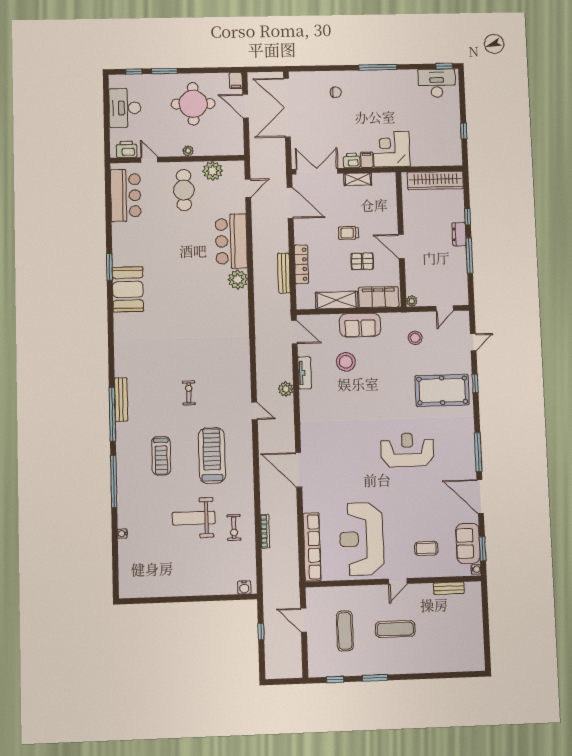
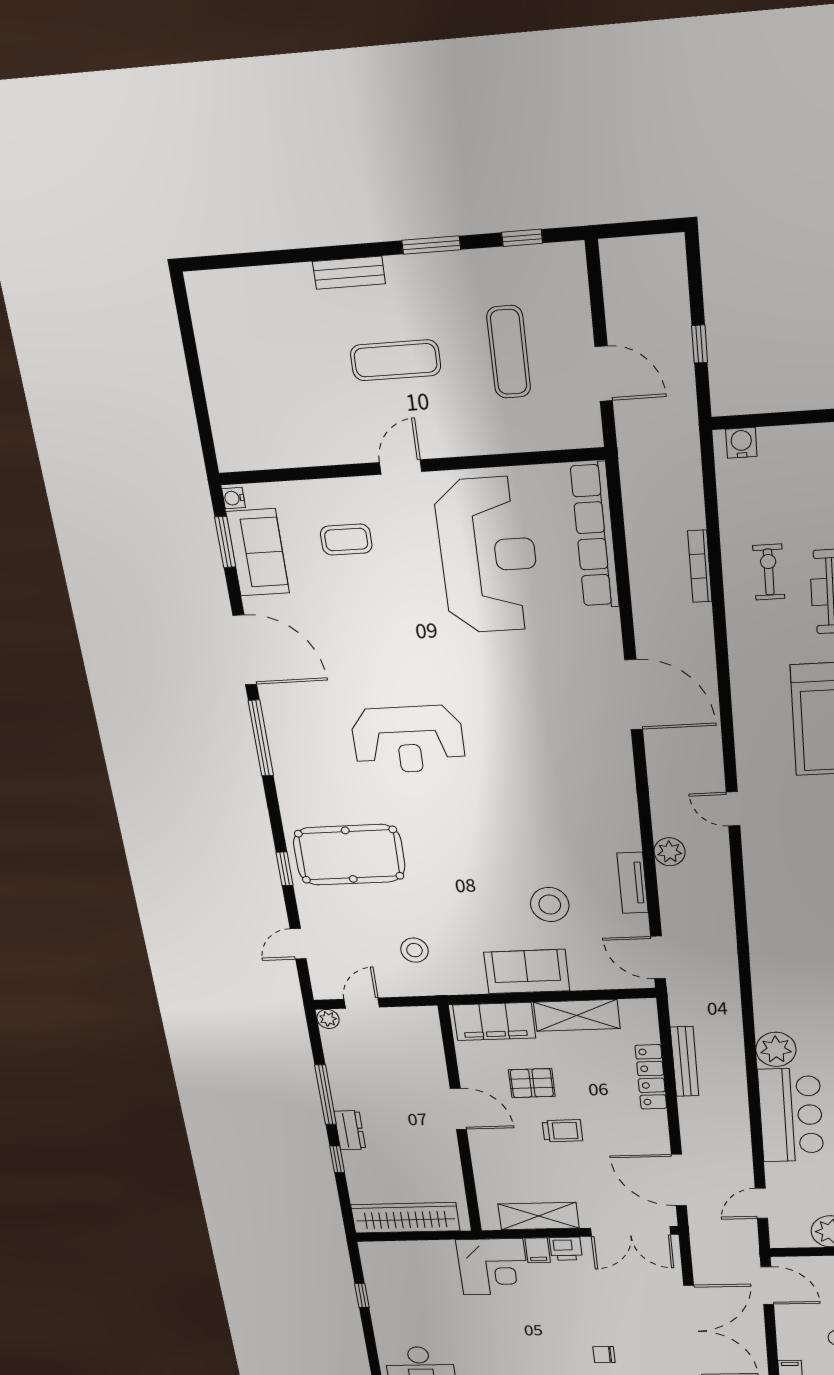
door: (245, 106) -> (767, 1286), moved
shelving: (358, 179) -> (539, 1216), width x1.50, depth x1.33
plant: (412, 301) -> (328, 1019), moved
bench: (449, 588) -> (349, 273), moved

